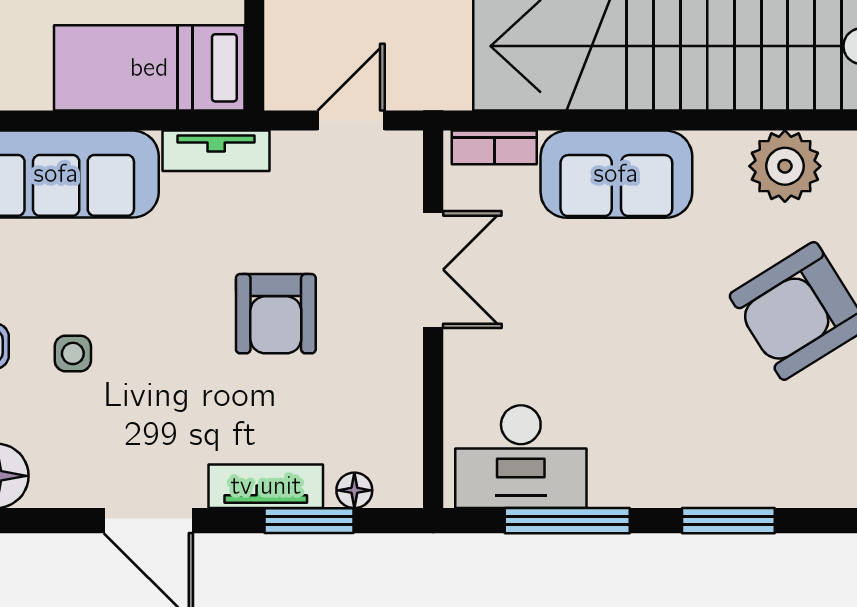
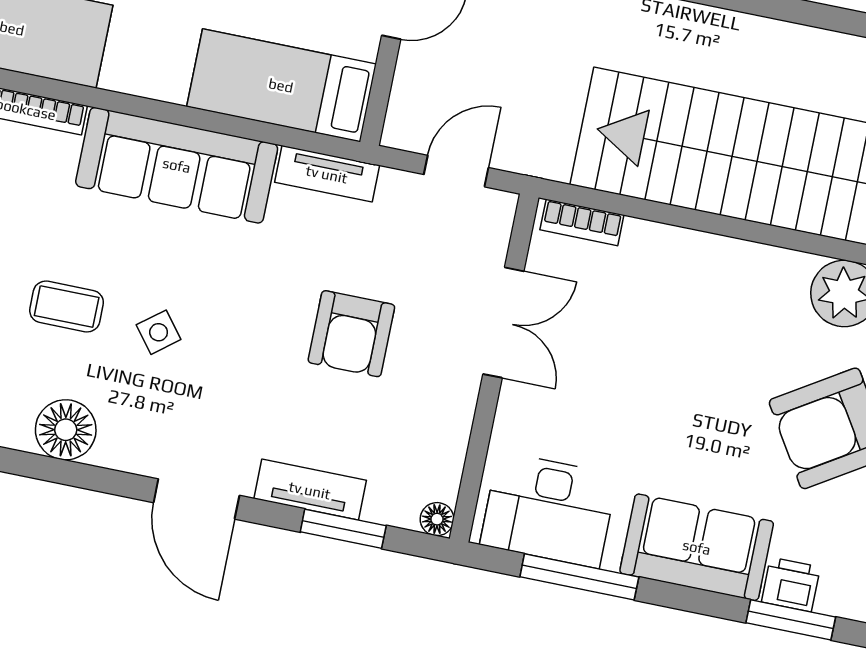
sofa: (616, 174) -> (697, 547), moved, turned 180
side table: (73, 353) -> (159, 332), turned -38
printer: (791, 483) -> (791, 584), added
floor lamp: (354, 490) -> (437, 519), moved
window: (728, 521) -> (791, 620), moved

